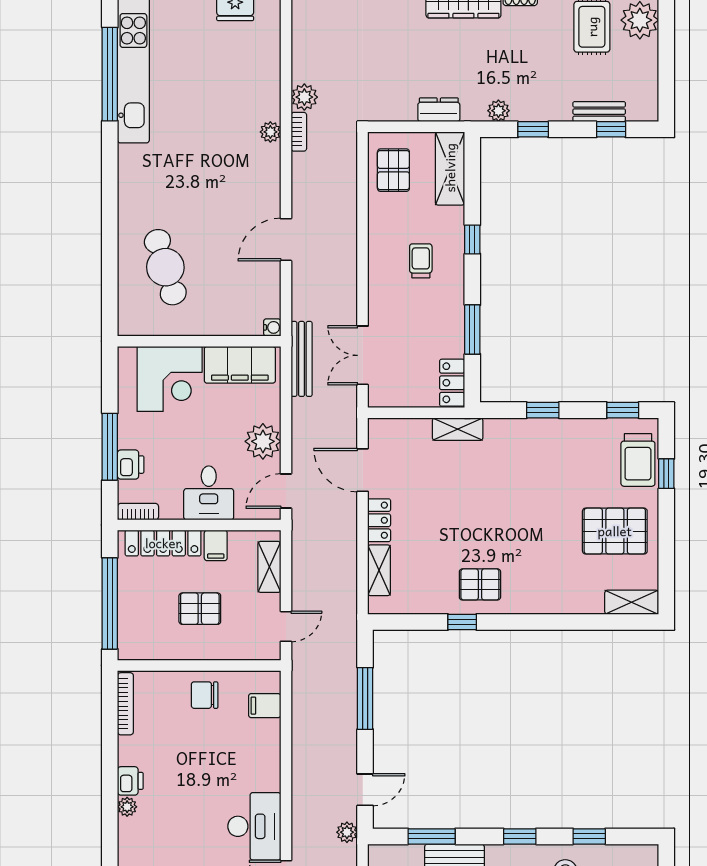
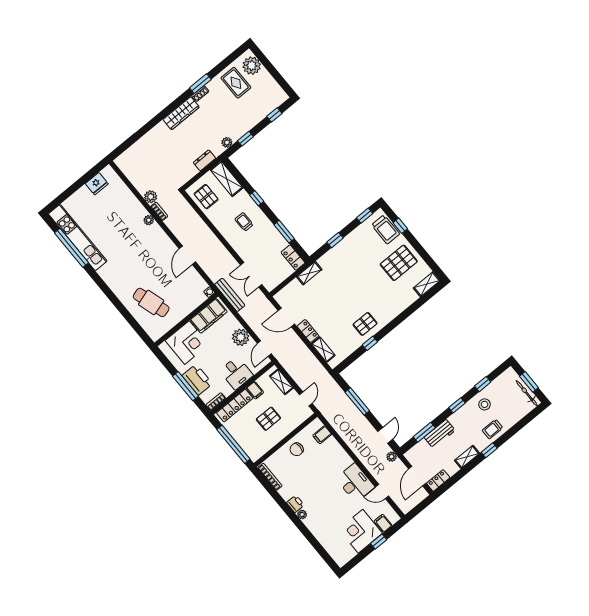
bench: (599, 112) -> (265, 112), removed
printer: (131, 465) -> (197, 380), width x1.87, depth x1.48

